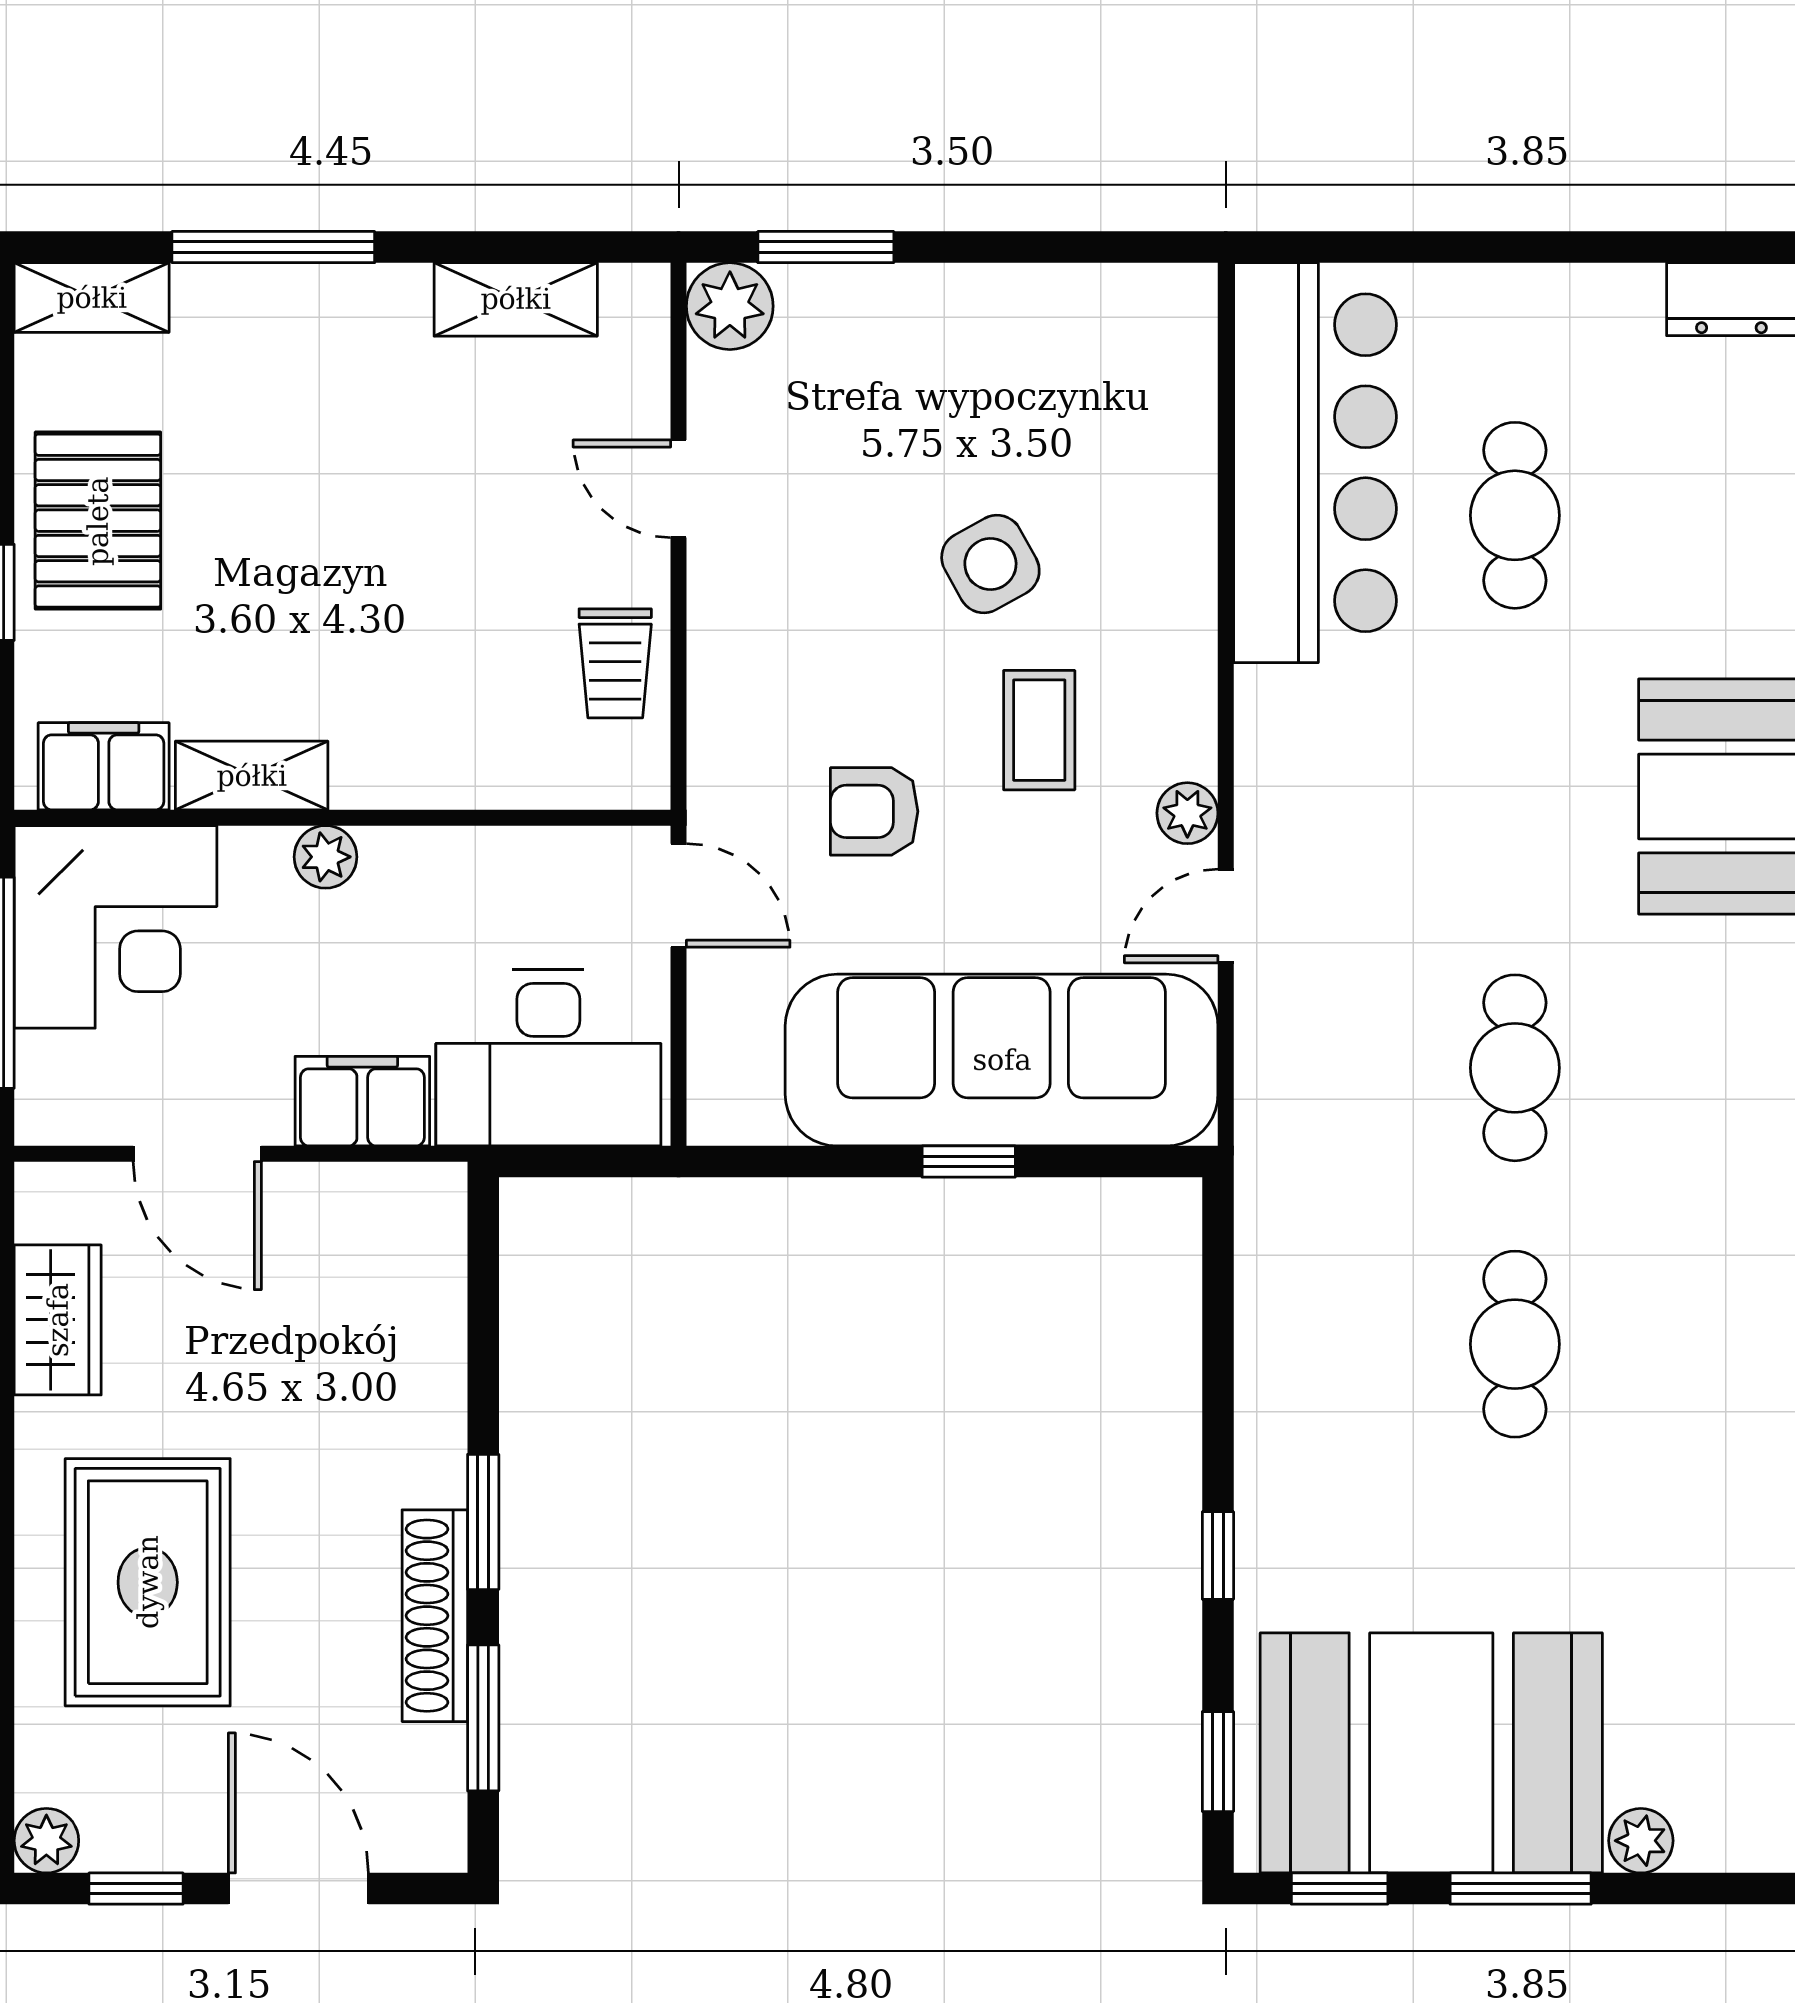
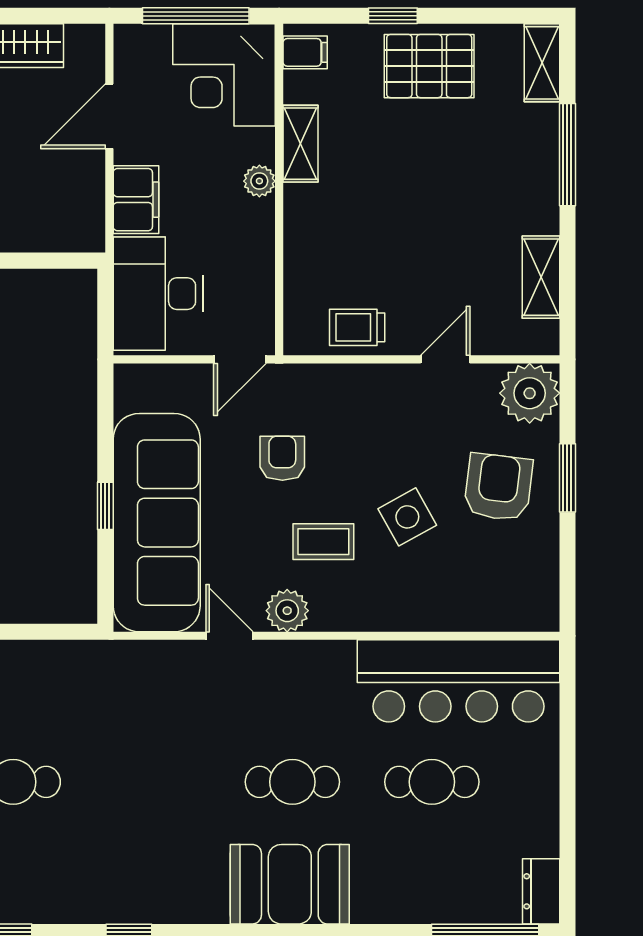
window: (826, 247) -> (567, 478), moved
plant: (730, 306) -> (530, 393), width x1.36, depth x1.36
armchair: (932, 384) -> (498, 487), added
filing cabinet: (104, 766) -> (305, 52), width x0.50
plant: (1187, 813) -> (287, 611), width x1.38, depth x1.38
cafe table: (1515, 1068) -> (292, 782), moved

